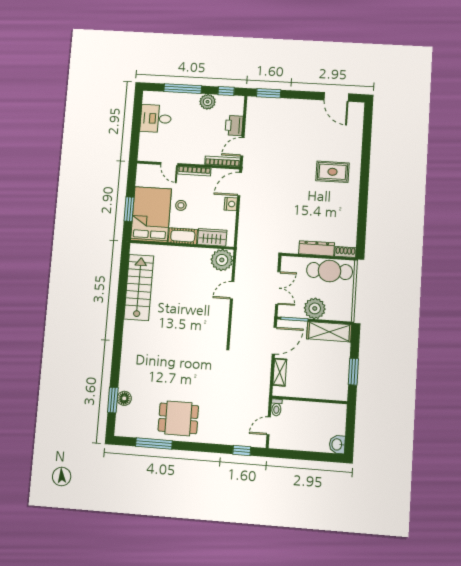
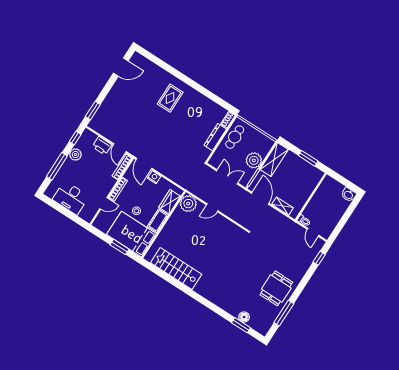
desk: (156, 119) -> (71, 198), width x1.37
cafe table: (330, 271) -> (235, 137), width x0.73, depth x0.74
door: (232, 290) -> (212, 208), hinge flipped

